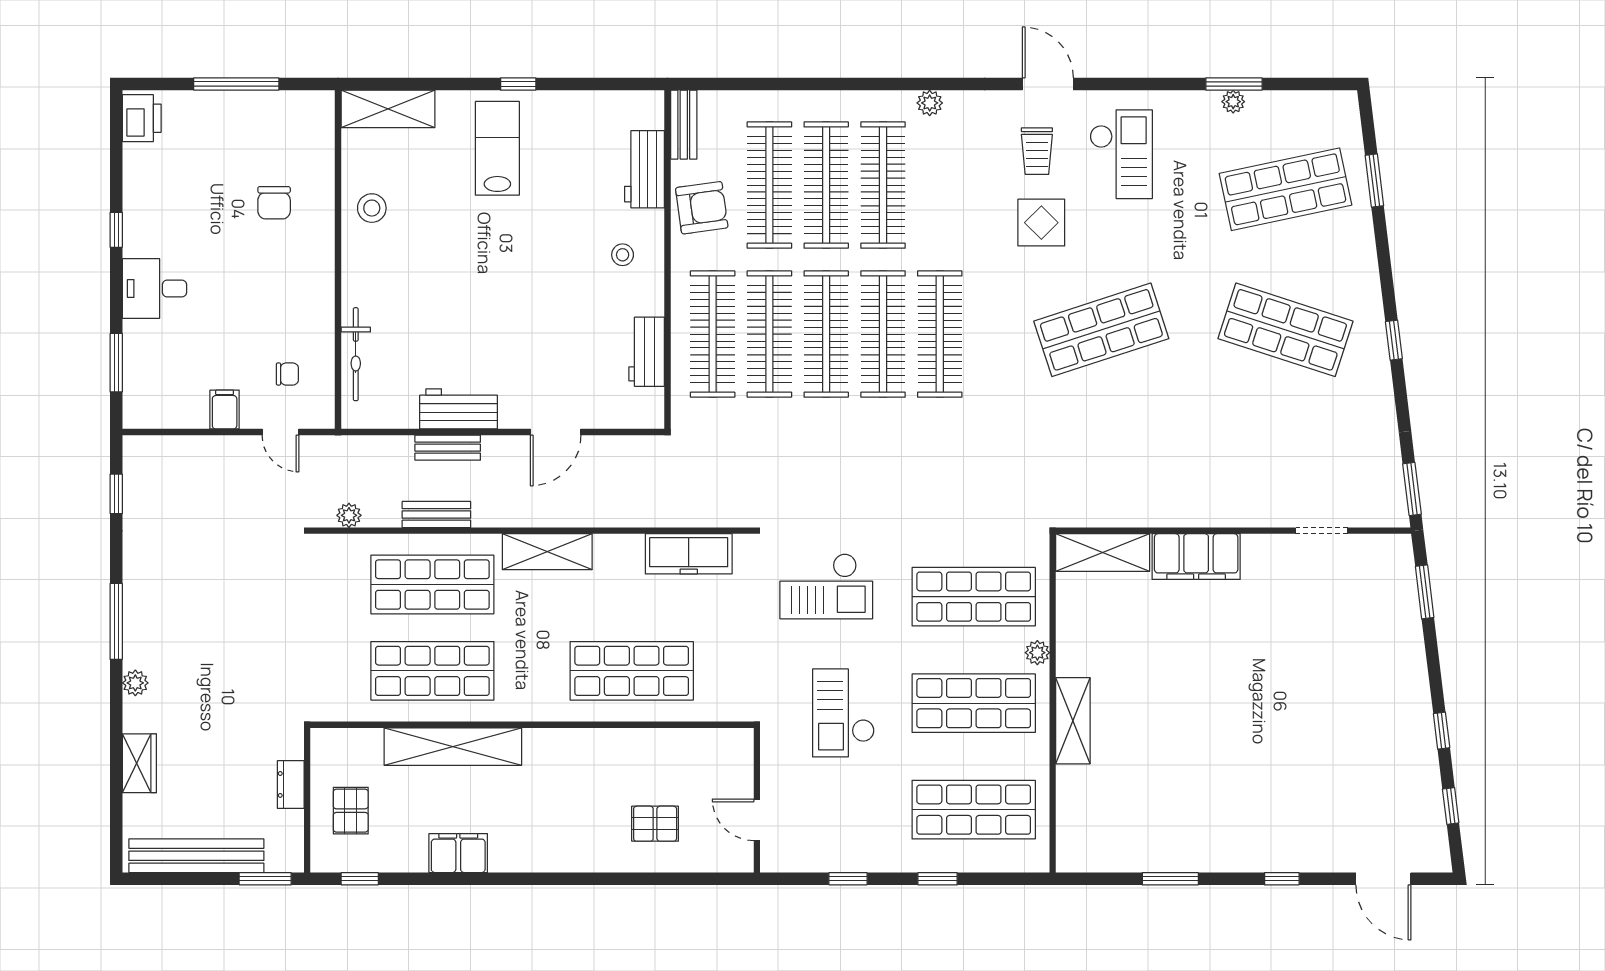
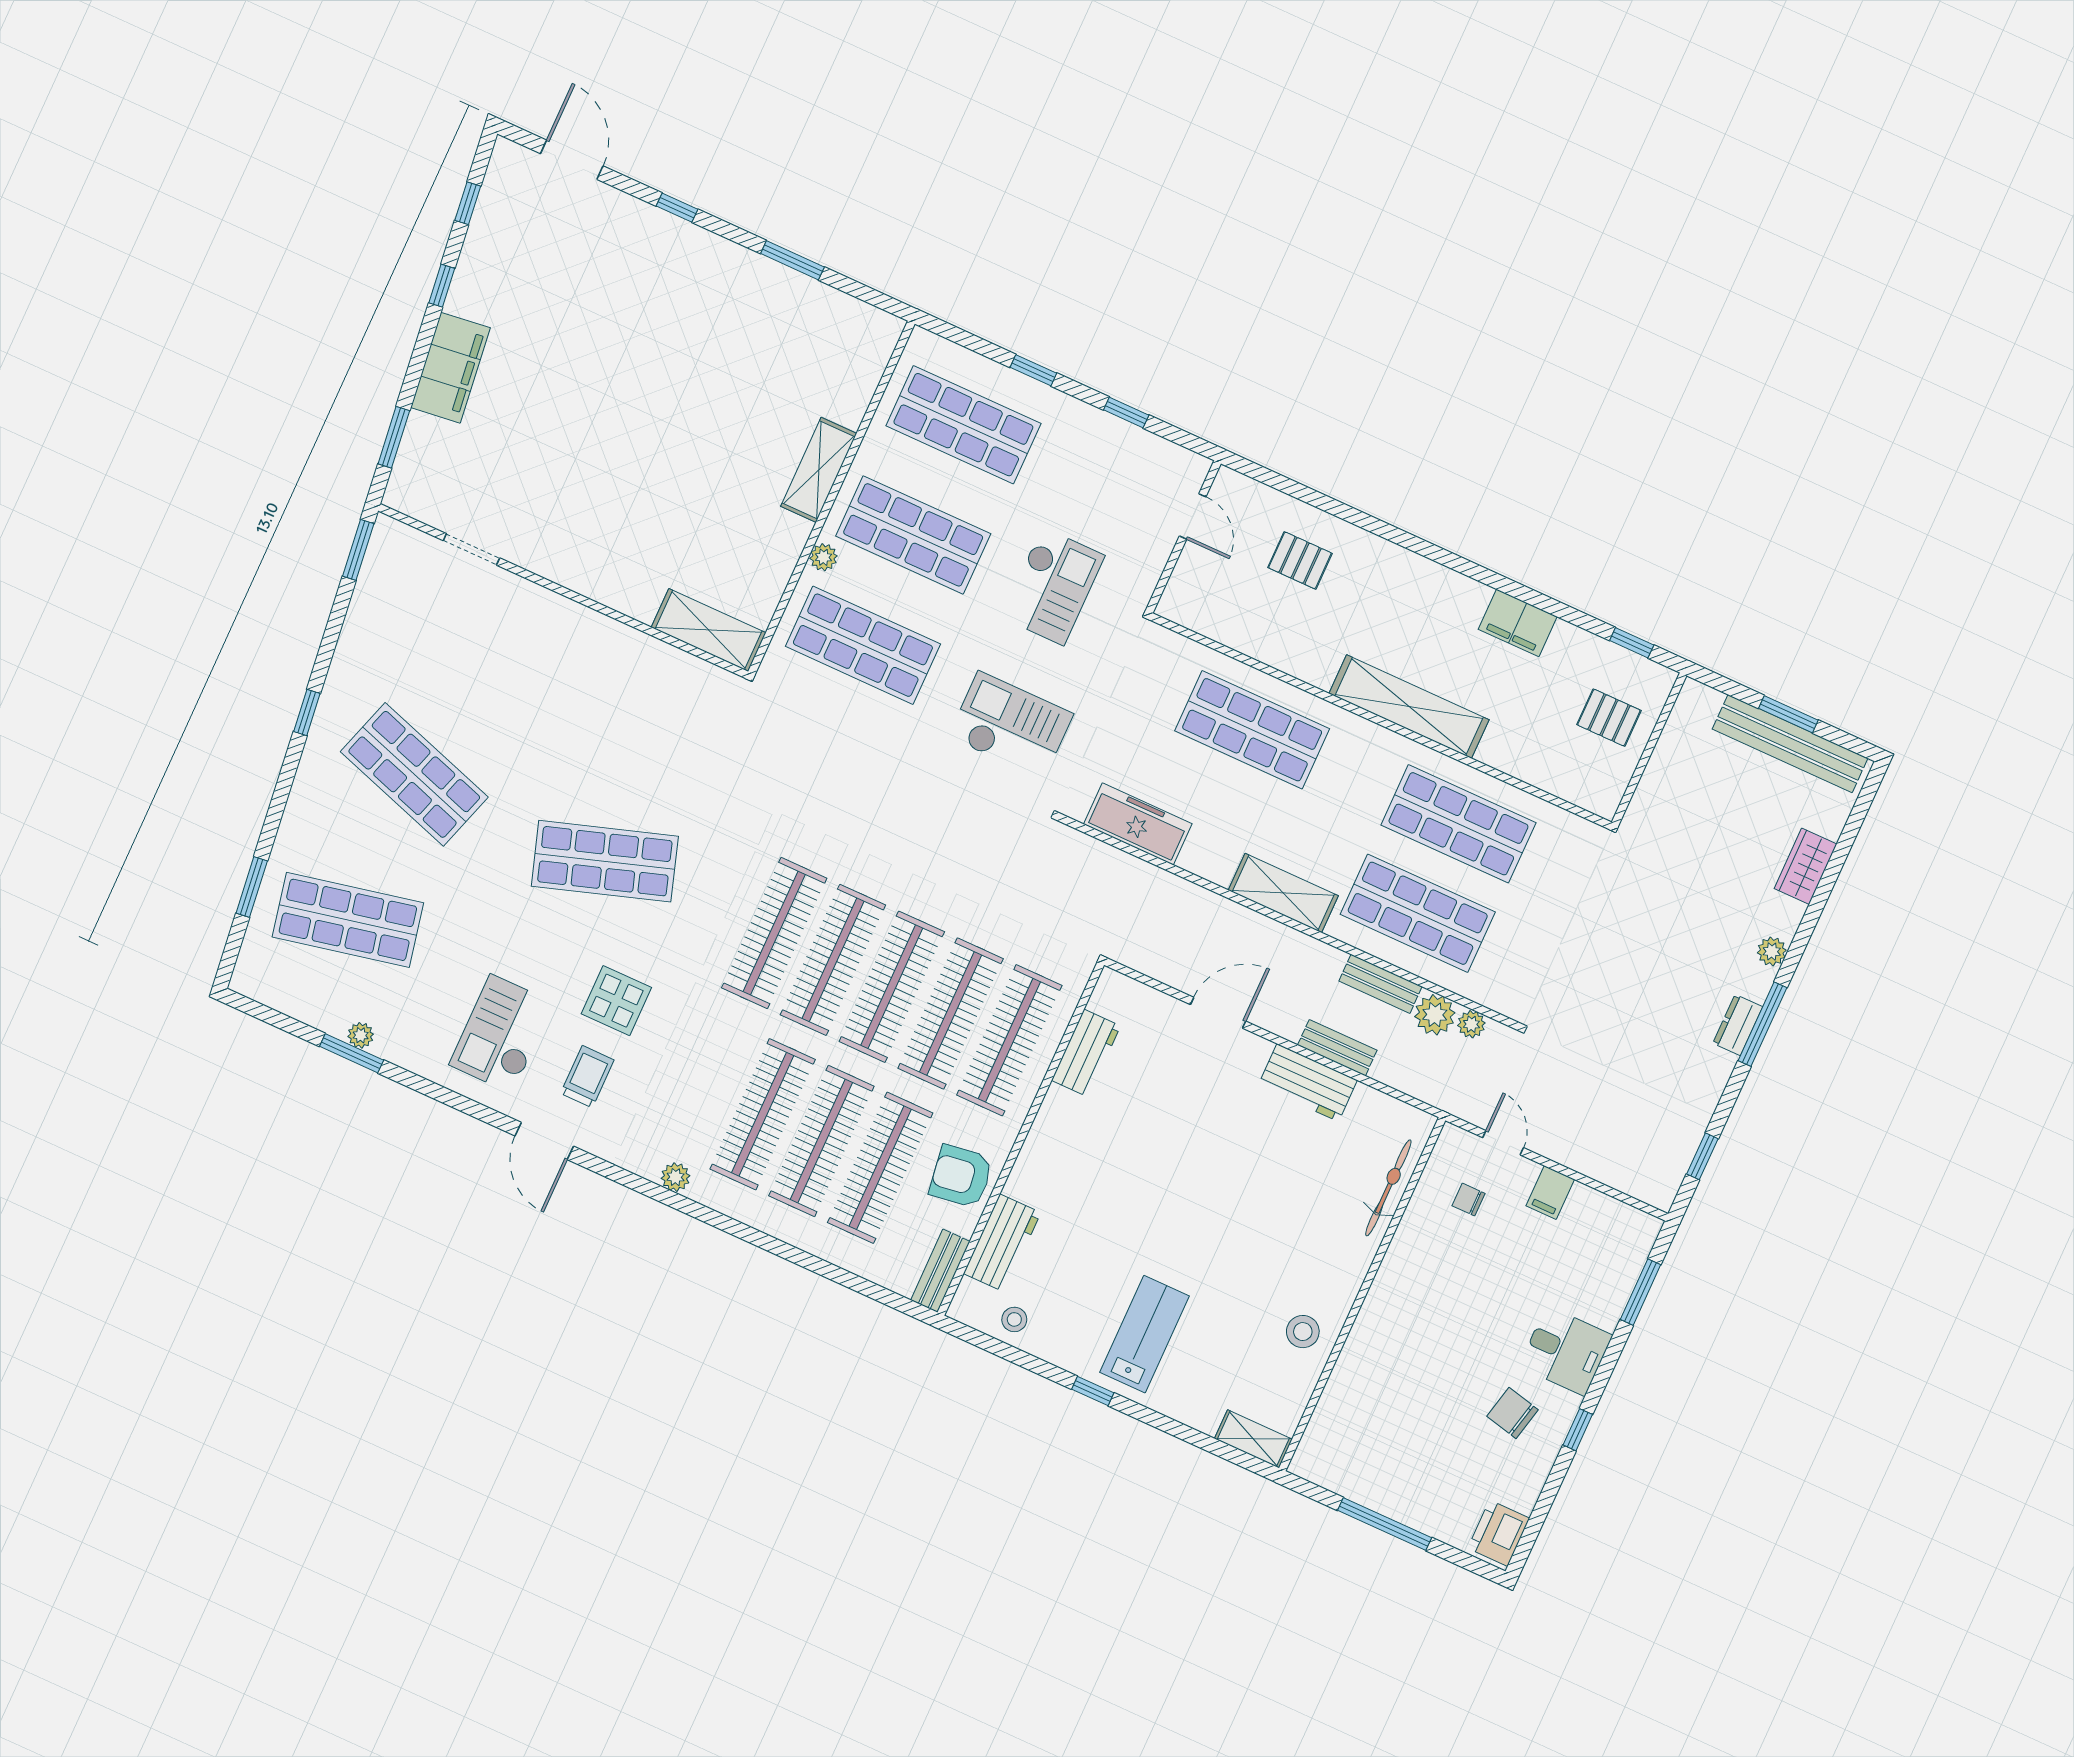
shelving: (388, 109) -> (1253, 1439), width x0.67, depth x0.75
lab bench: (497, 148) -> (1145, 1334), turned 180
chair: (274, 203) -> (1512, 1413), moved, turned -77
stool: (623, 255) -> (1014, 1319), moved
plant: (382, 510) -> (1435, 1015), added
filing cabinet: (1196, 557) -> (450, 368), moved, turned 83
shelving: (453, 747) -> (1409, 707), moved
dresser: (291, 784) -> (1738, 1025), moved, turned 180
pallet: (351, 811) -> (1609, 718), turned 90
window: (265, 879) -> (1788, 714), moved

